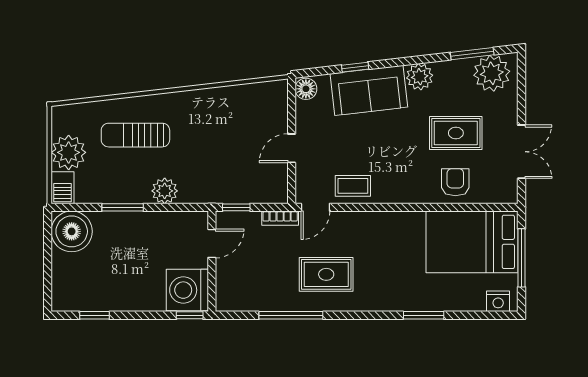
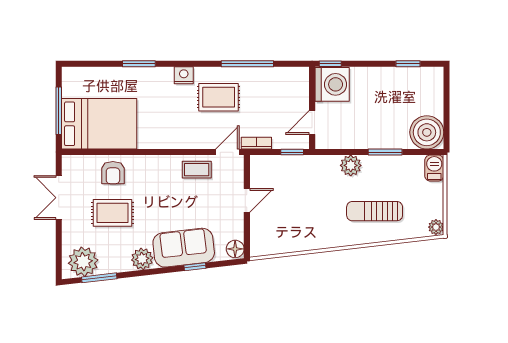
sun lounger: (135, 135) -> (375, 211), turned 180
plant: (69, 152) -> (436, 227), moved, width x0.53, depth x0.53
nightstand: (498, 301) -> (184, 75), moved

